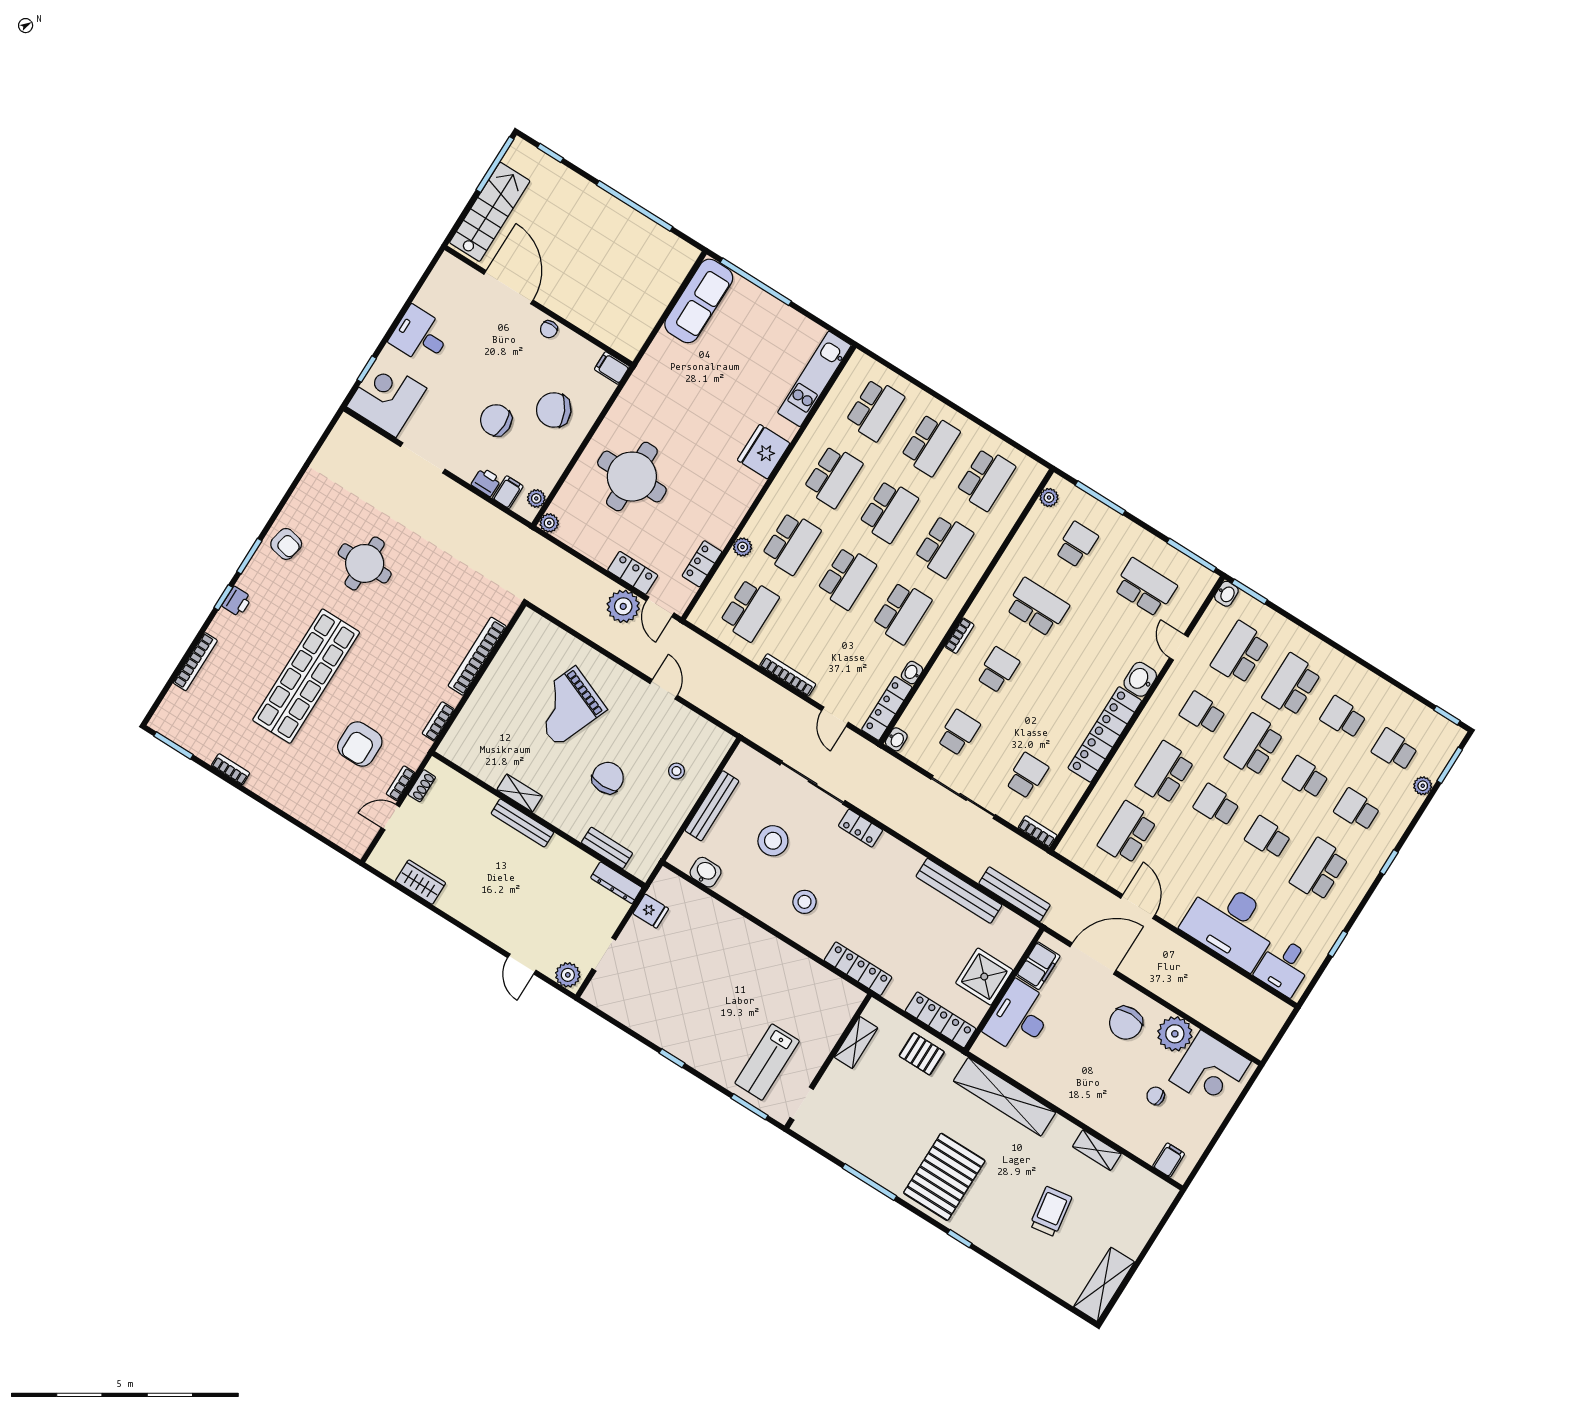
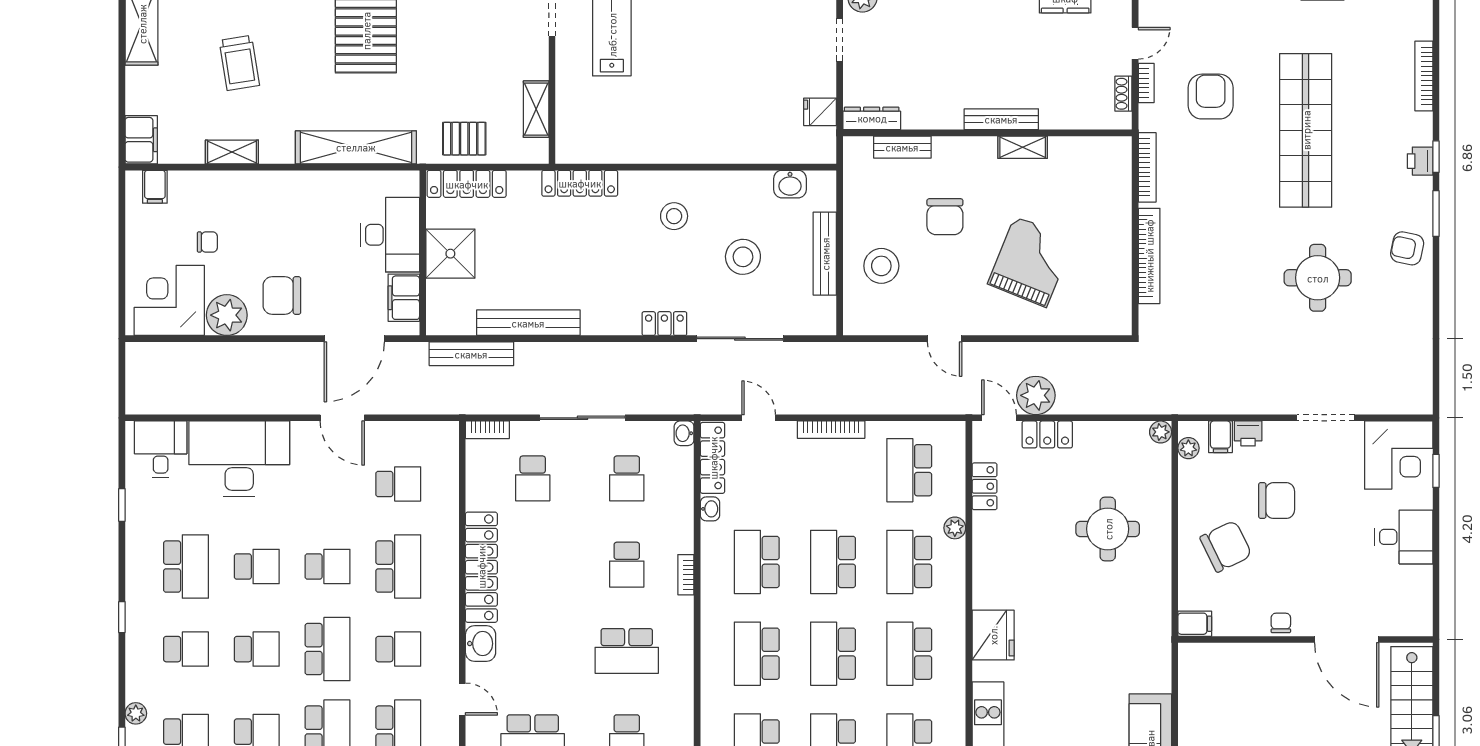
round table: (632, 477) -> (1108, 529), width x0.73, depth x0.73
bookcase: (438, 721) -> (1147, 167), width x1.56
stool: (676, 771) -> (881, 266), width x1.89, depth x1.89
school desk: (1127, 833) -> (398, 484), width x0.54
chair: (1126, 1023) -> (282, 296), turned -90
filing cabinet: (1157, 1200) -> (141, 140), added

